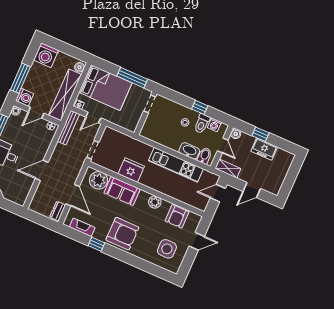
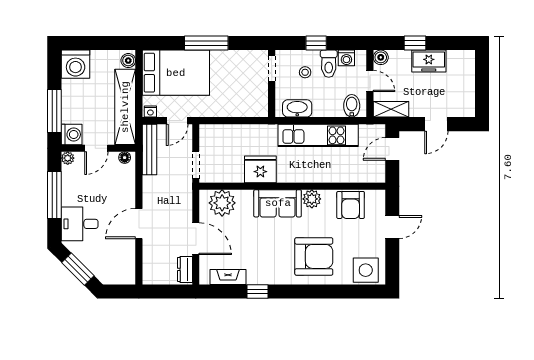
doorway: (150, 104) -> (272, 68), moved
wall: (145, 113) -> (272, 84), moved
washbasin: (189, 151) -> (297, 108), moved
sofa: (122, 191) -> (278, 203), moved
armchair: (122, 234) -> (314, 256), moved
side table: (167, 249) -> (366, 270), moved

